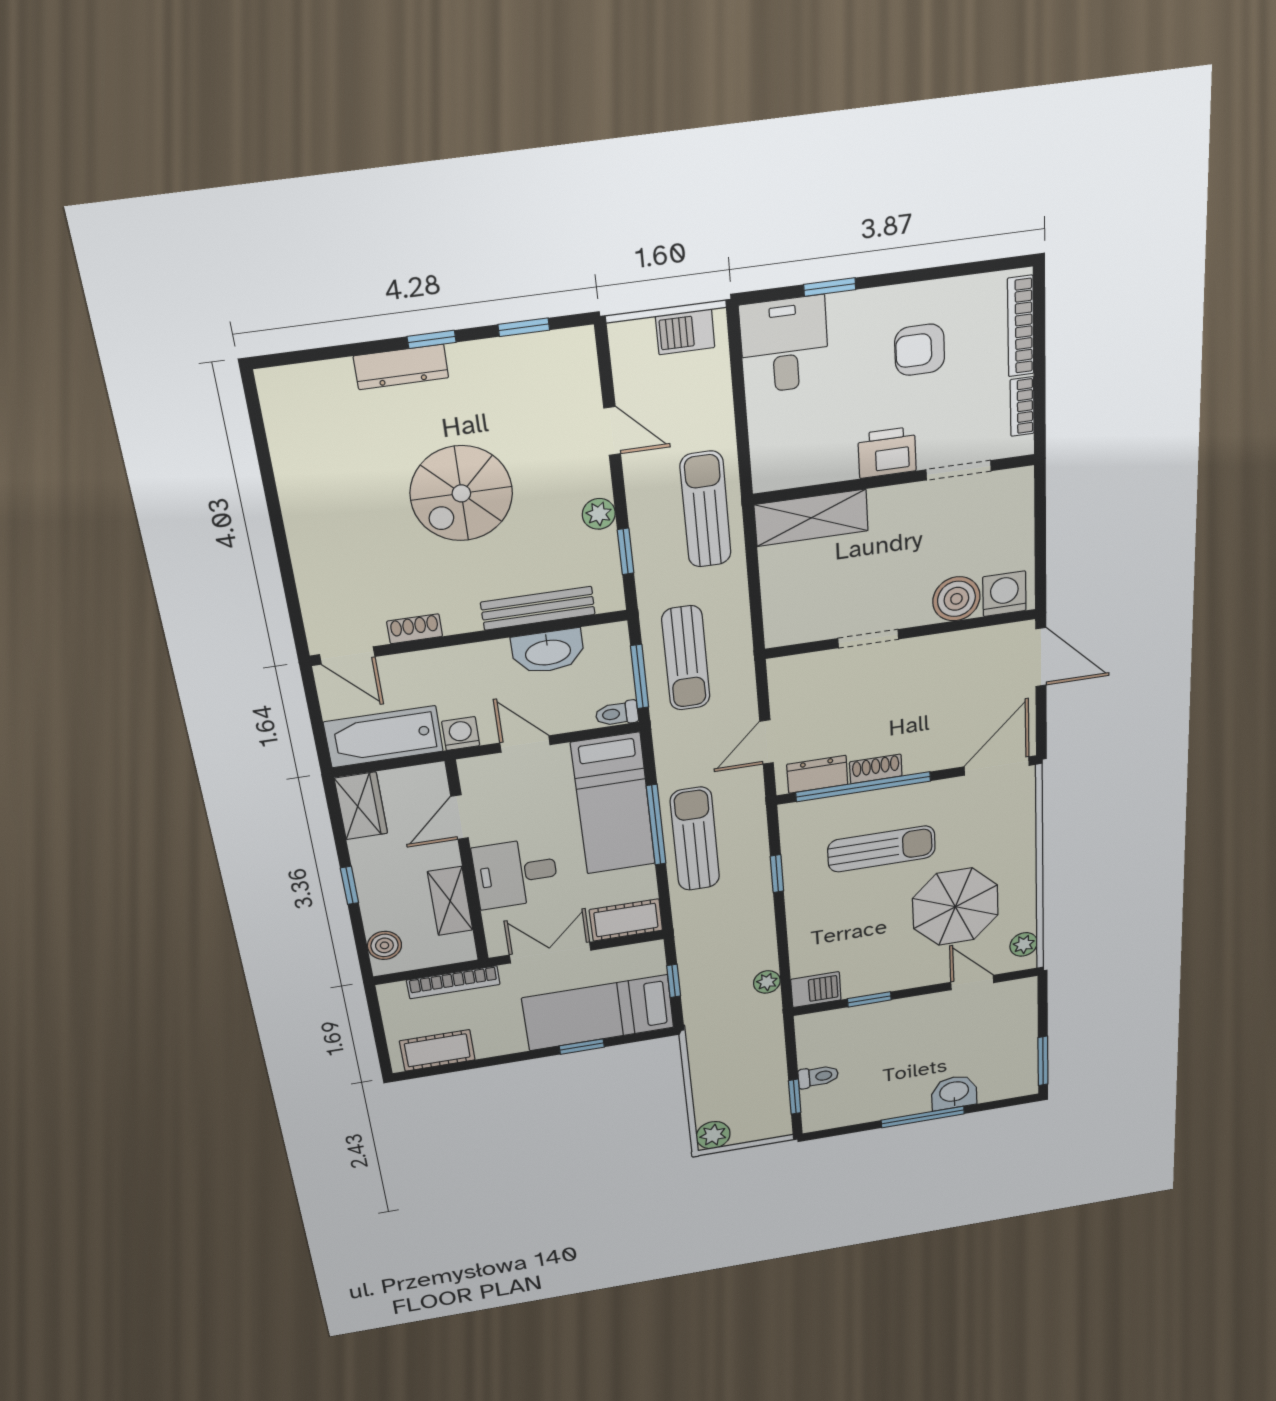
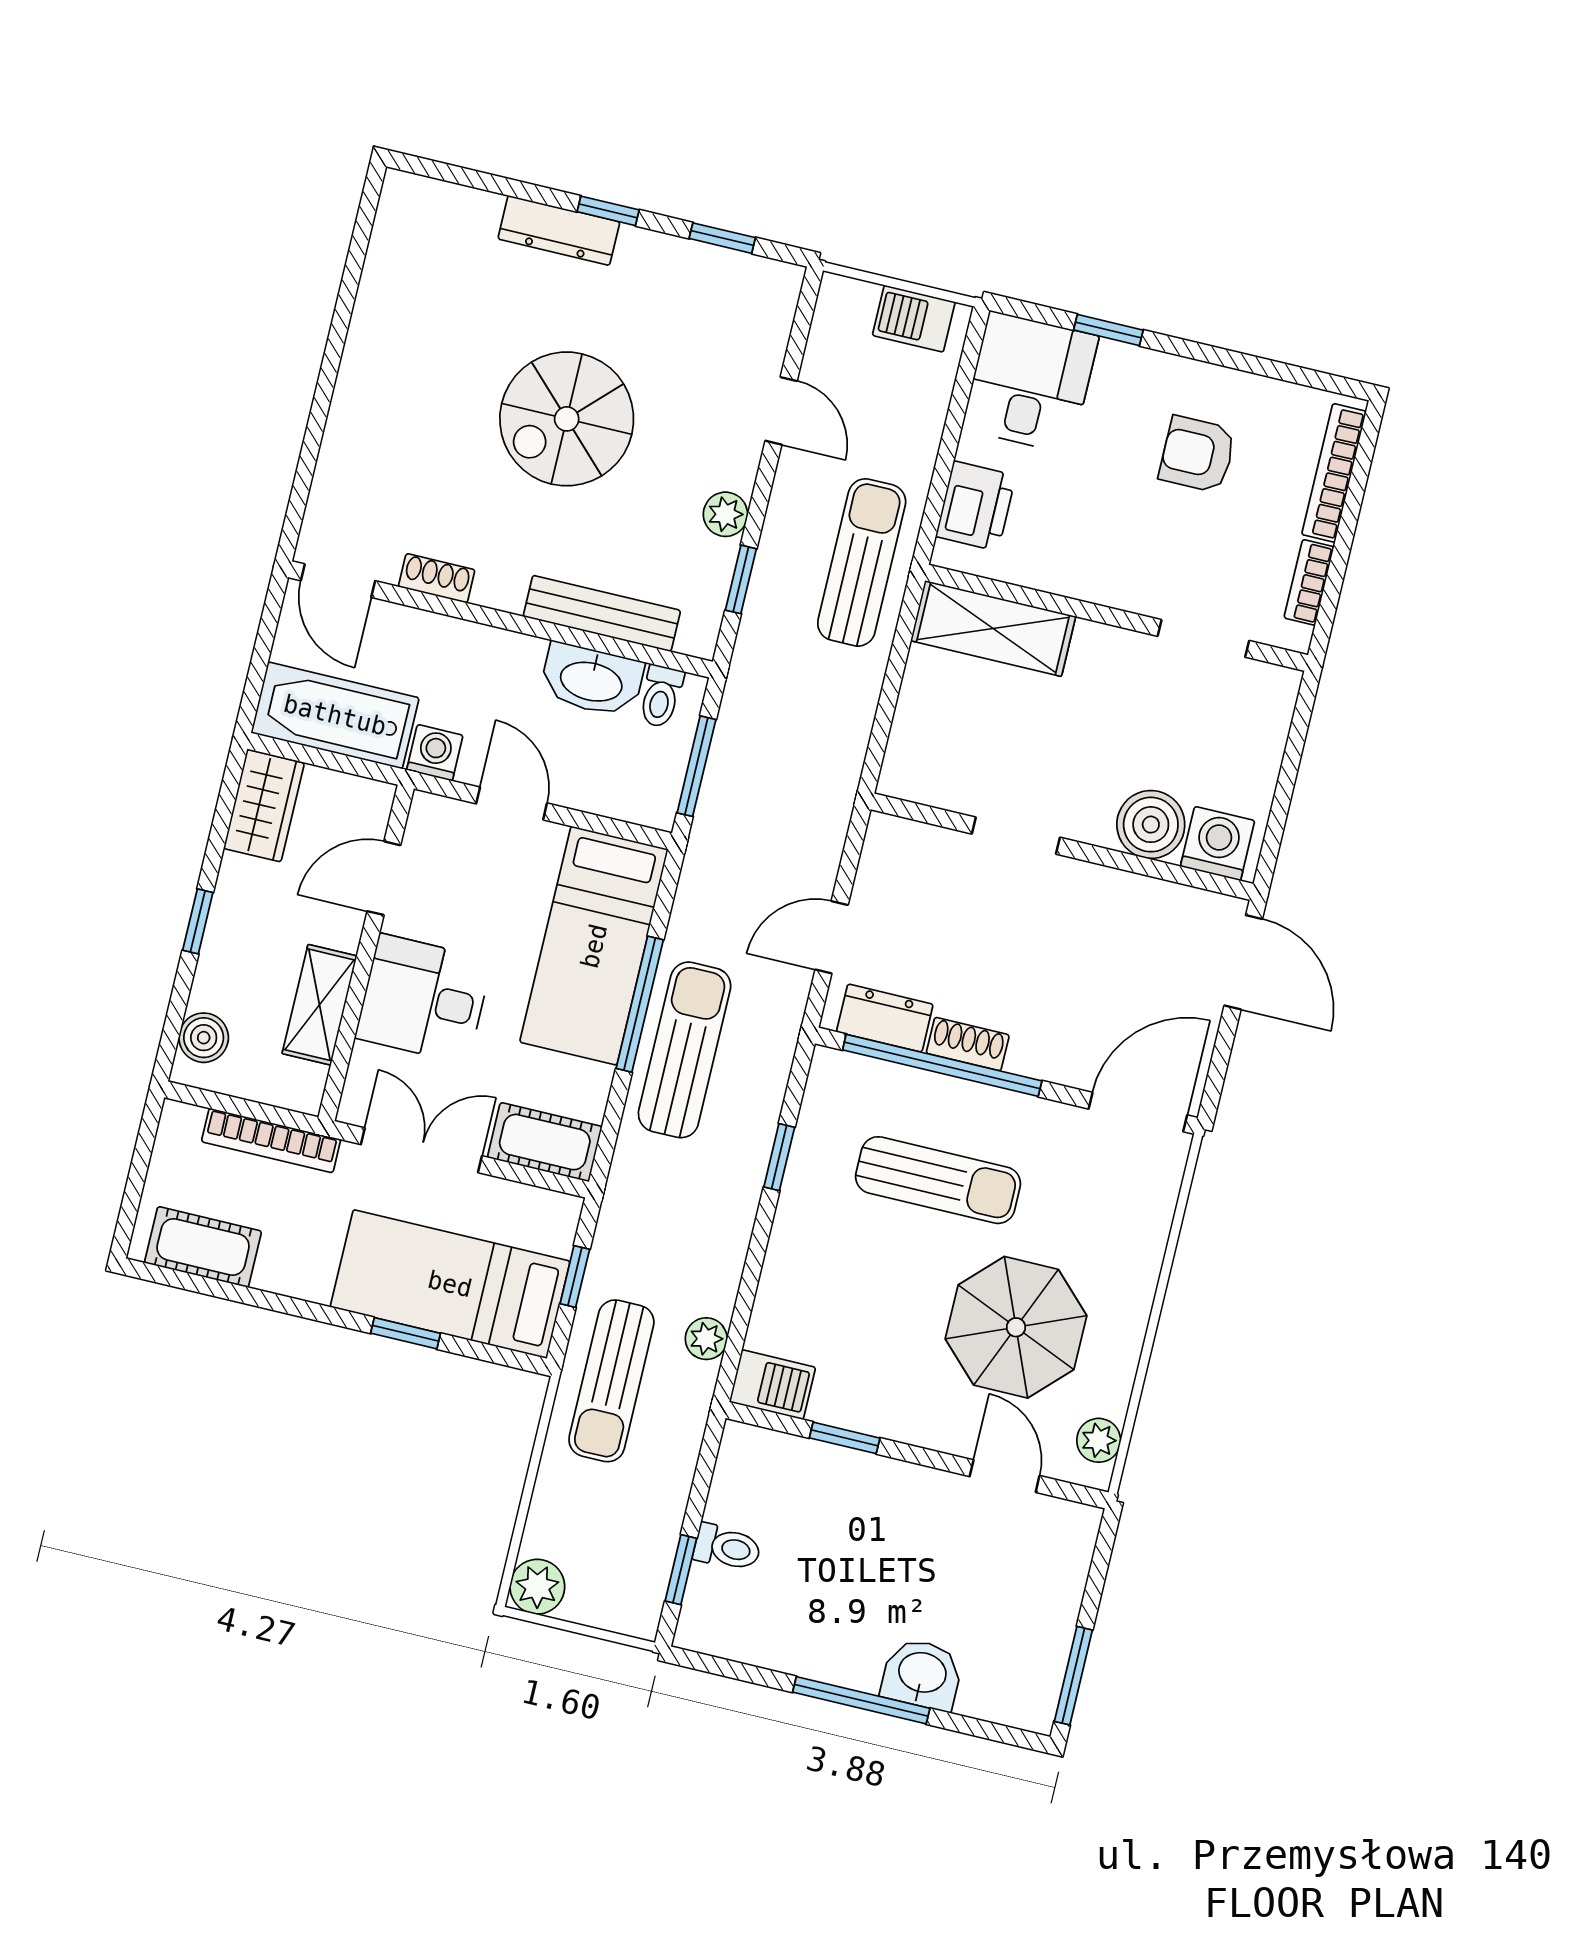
printer: (887, 452) -> (976, 506), moved, turned 90
sun lounger: (686, 658) -> (611, 1381), moved
toilet: (617, 714) -> (661, 696), moved, turned -90

